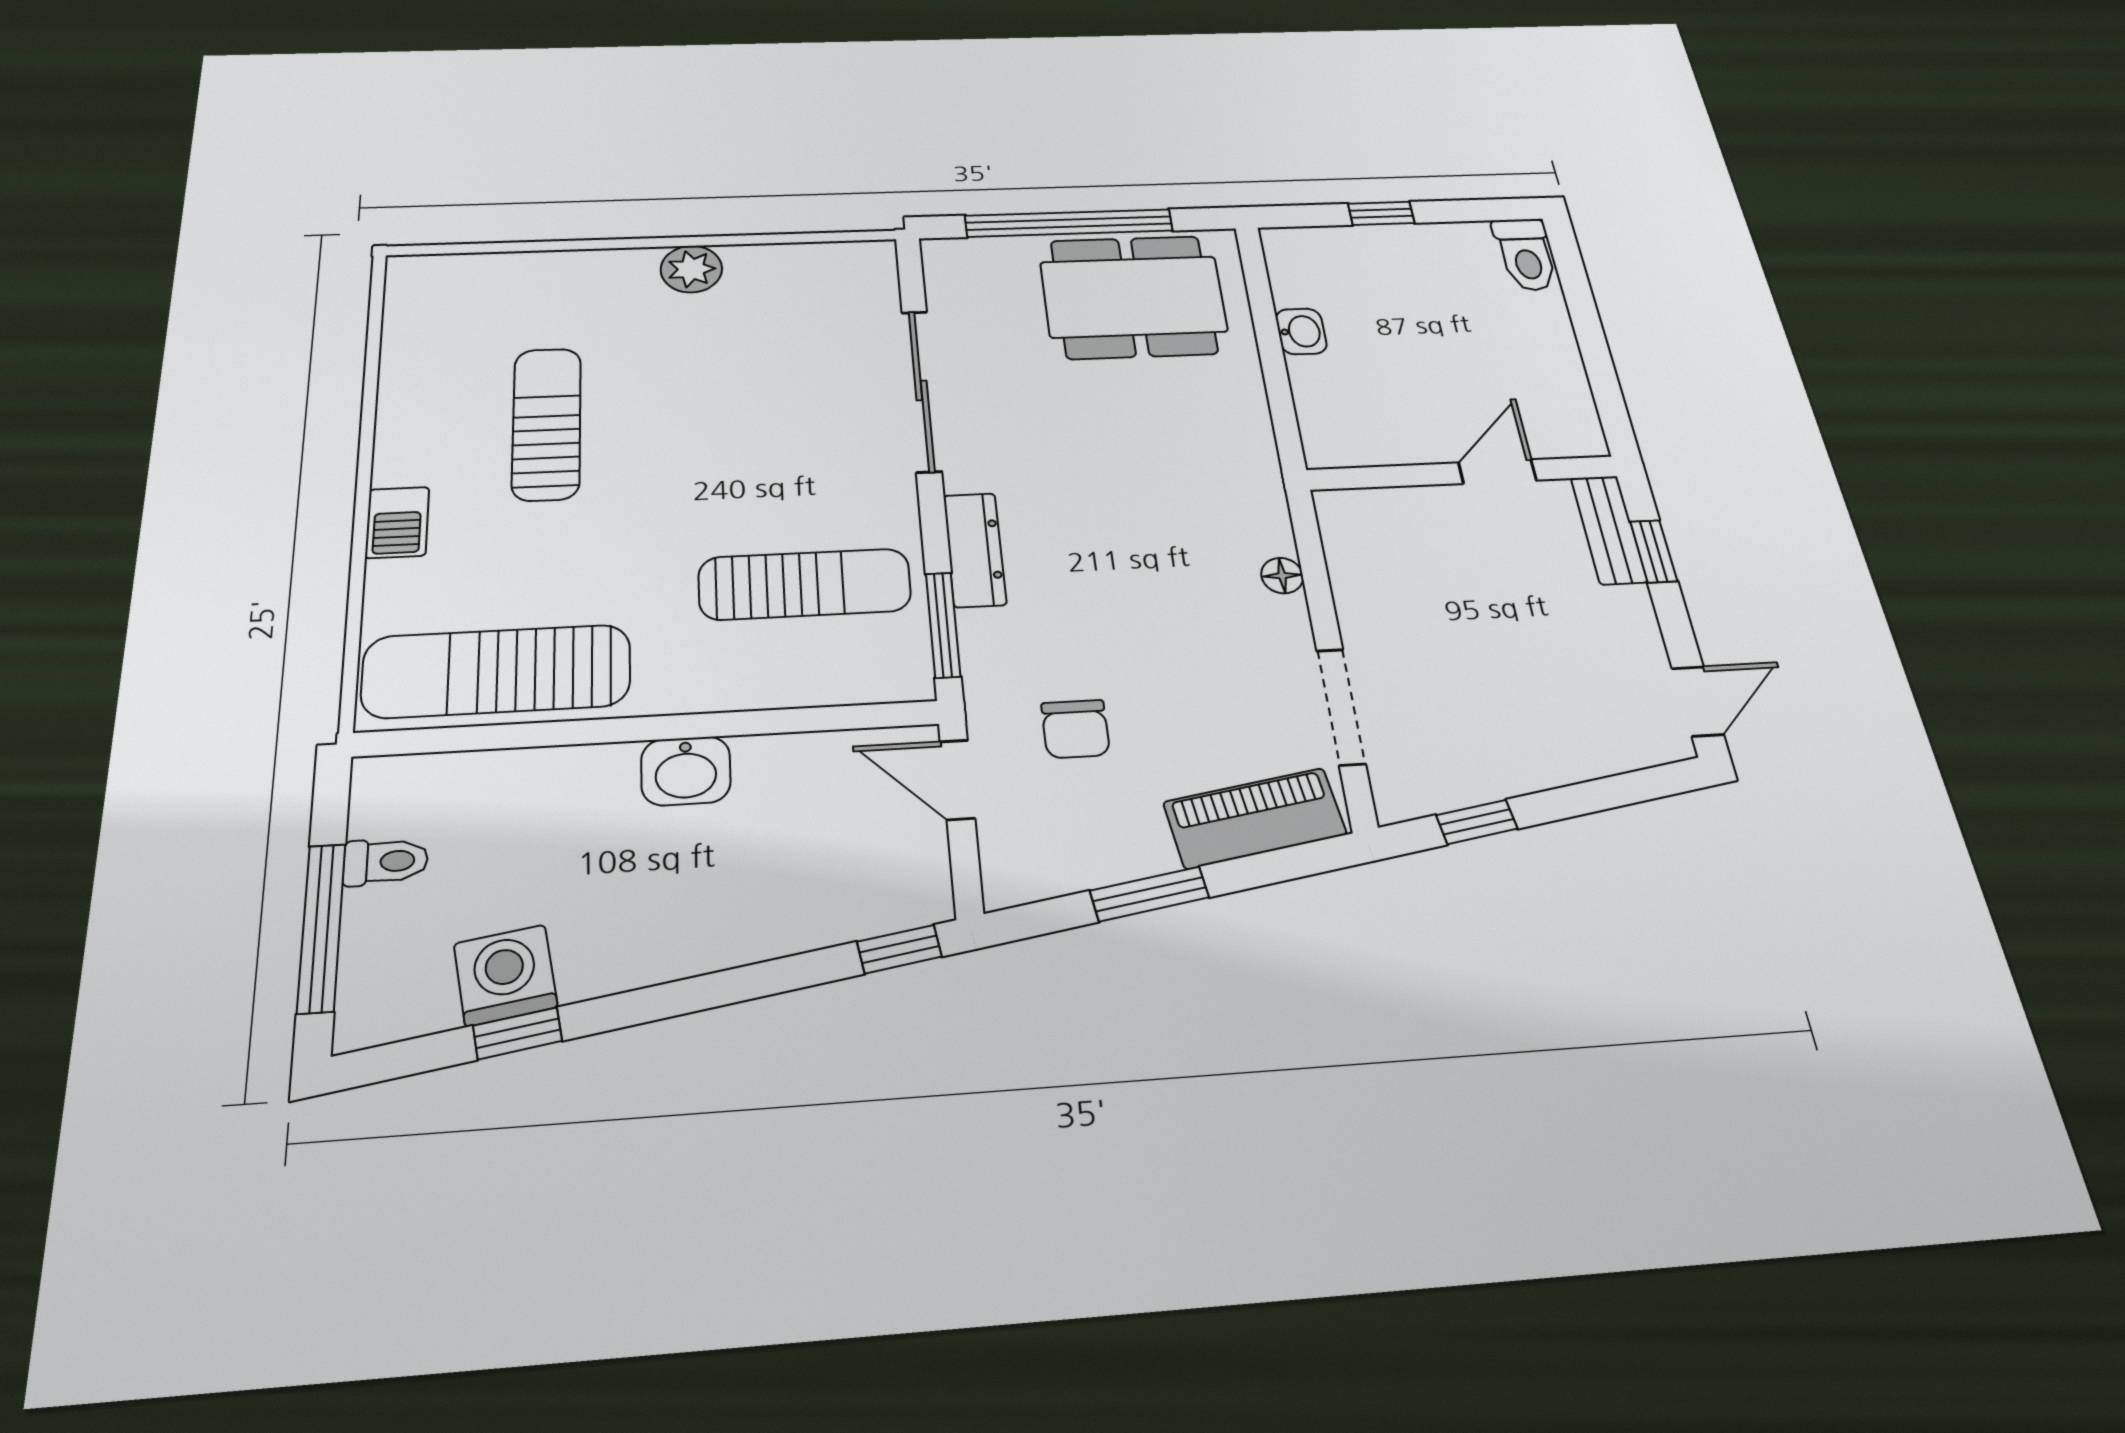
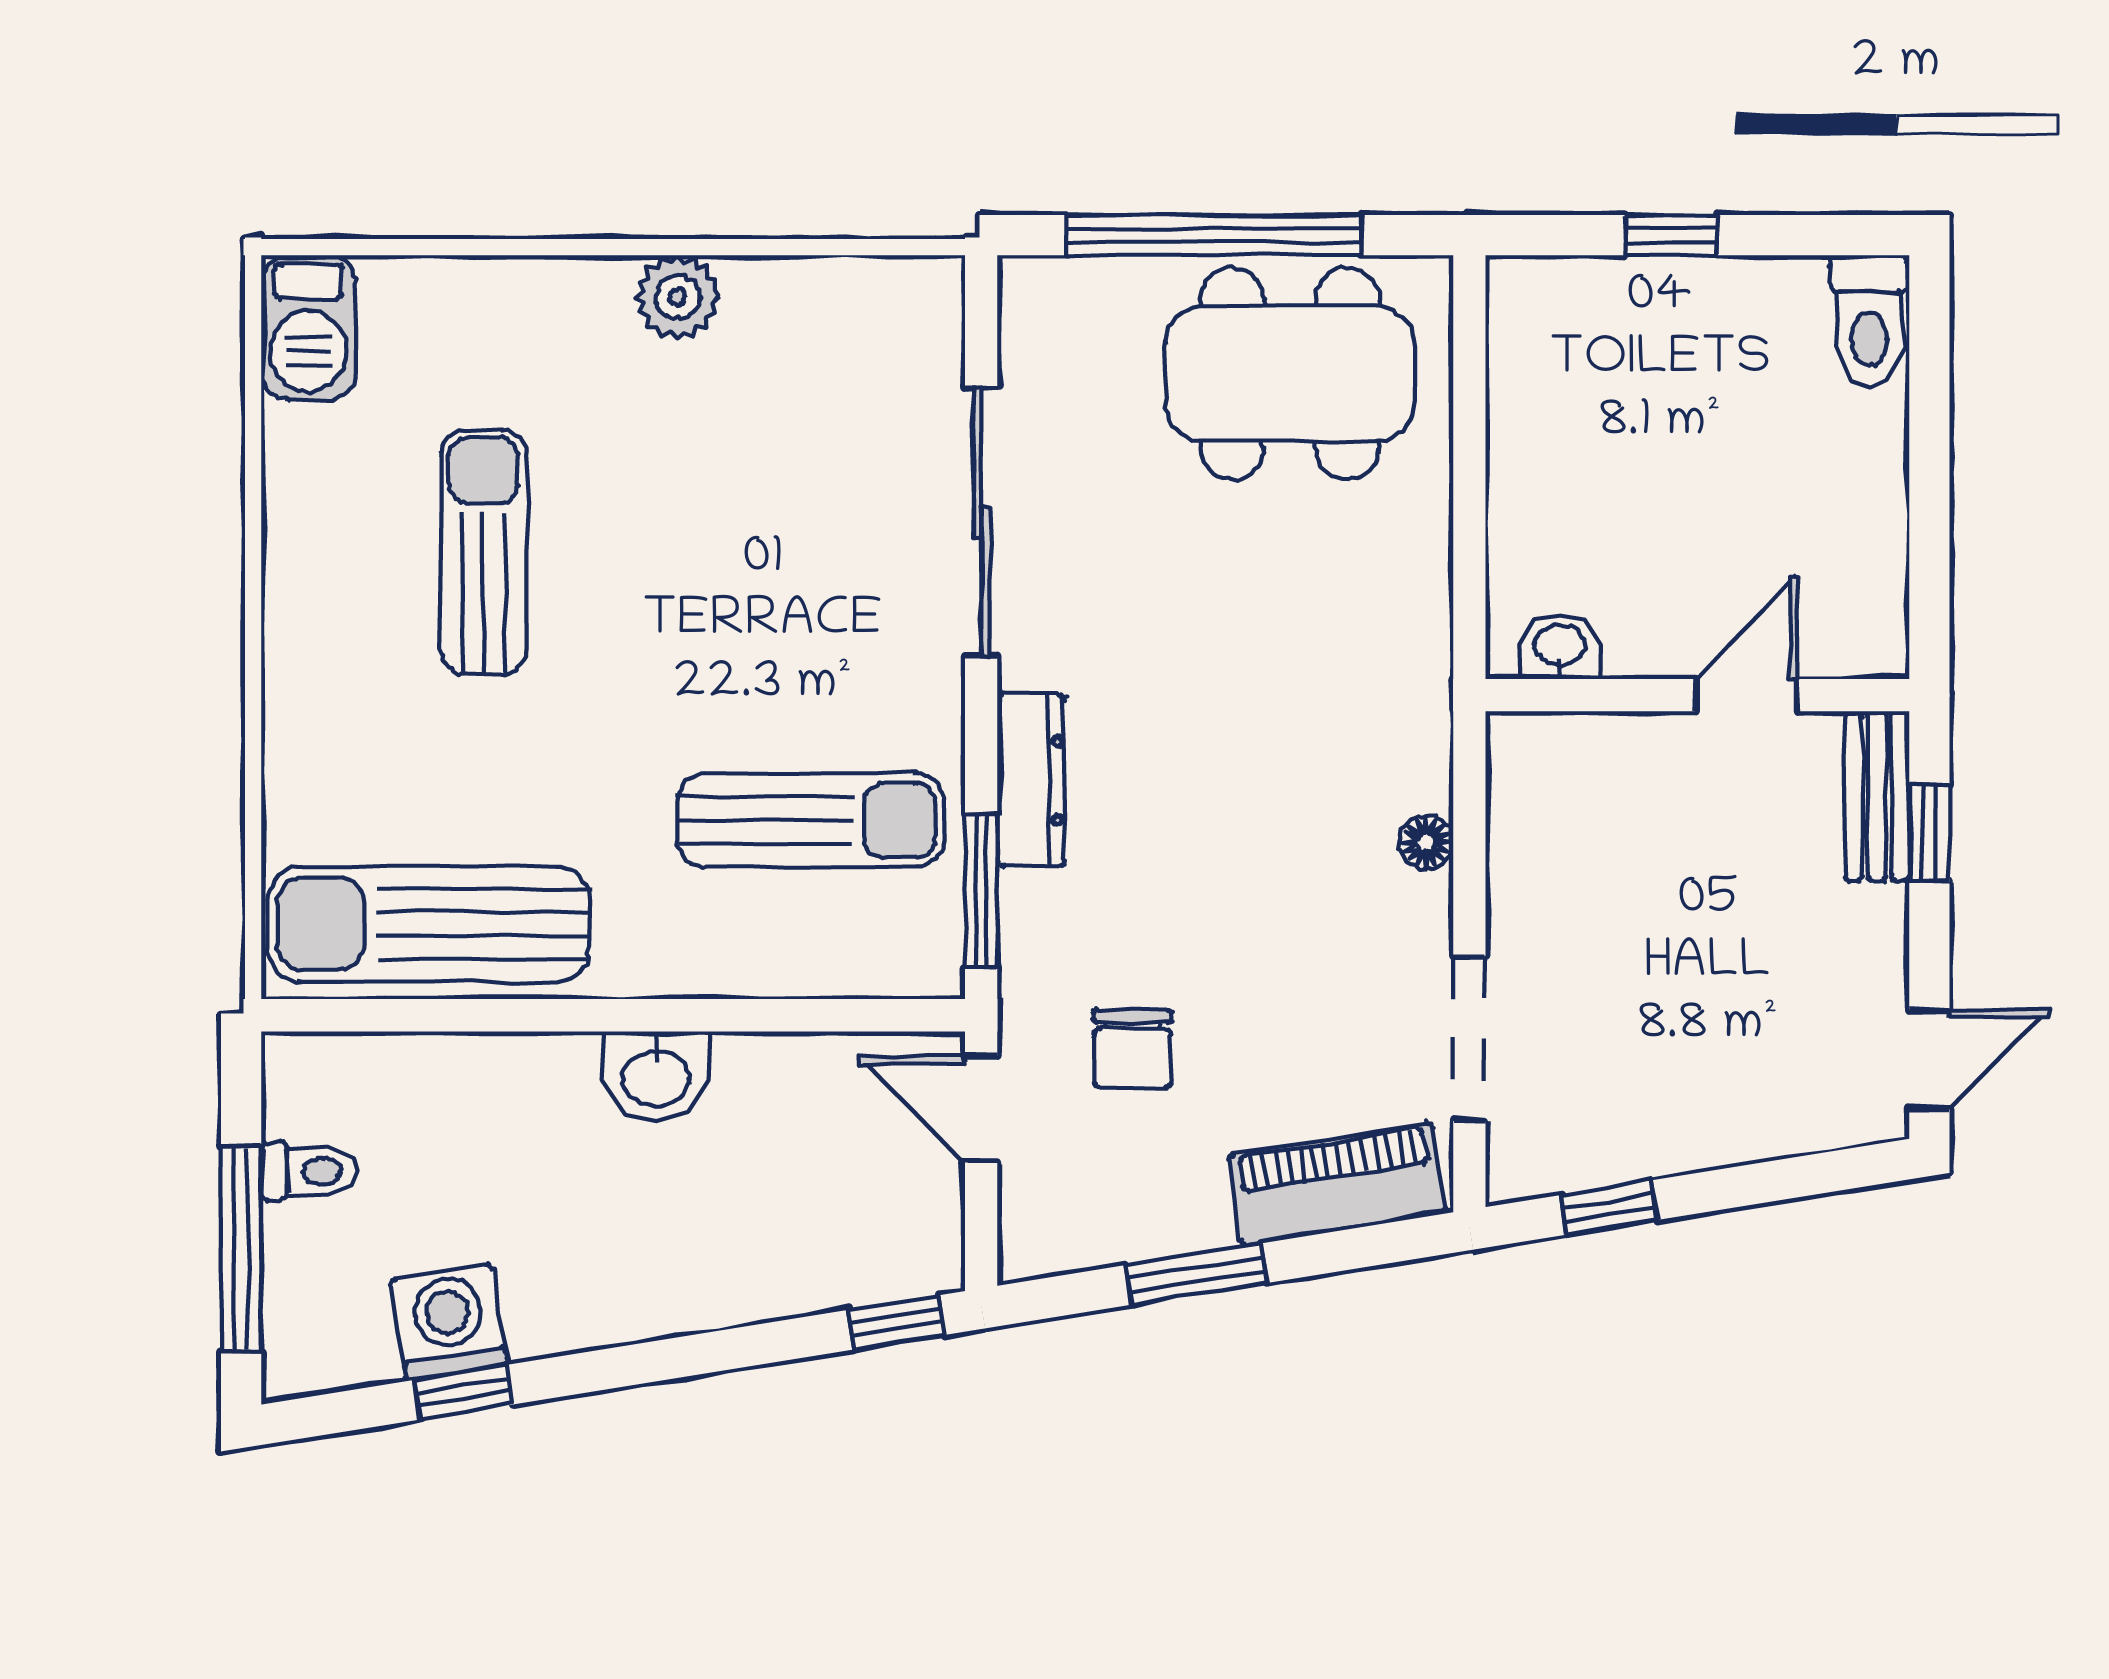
washbasin: (1301, 331) -> (1560, 647), moved, turned -90
barbecue: (397, 522) -> (308, 328), moved, width x1.38, depth x1.27

